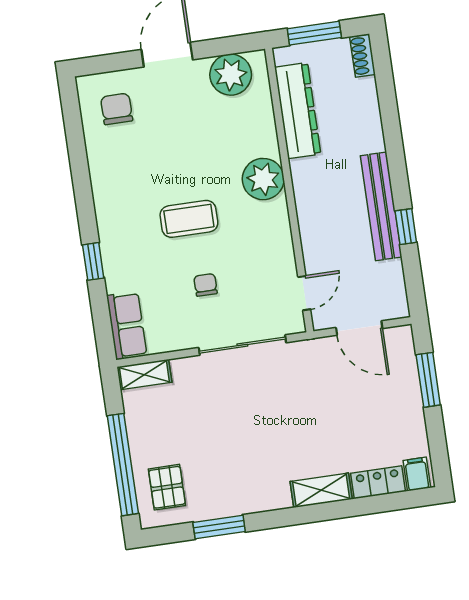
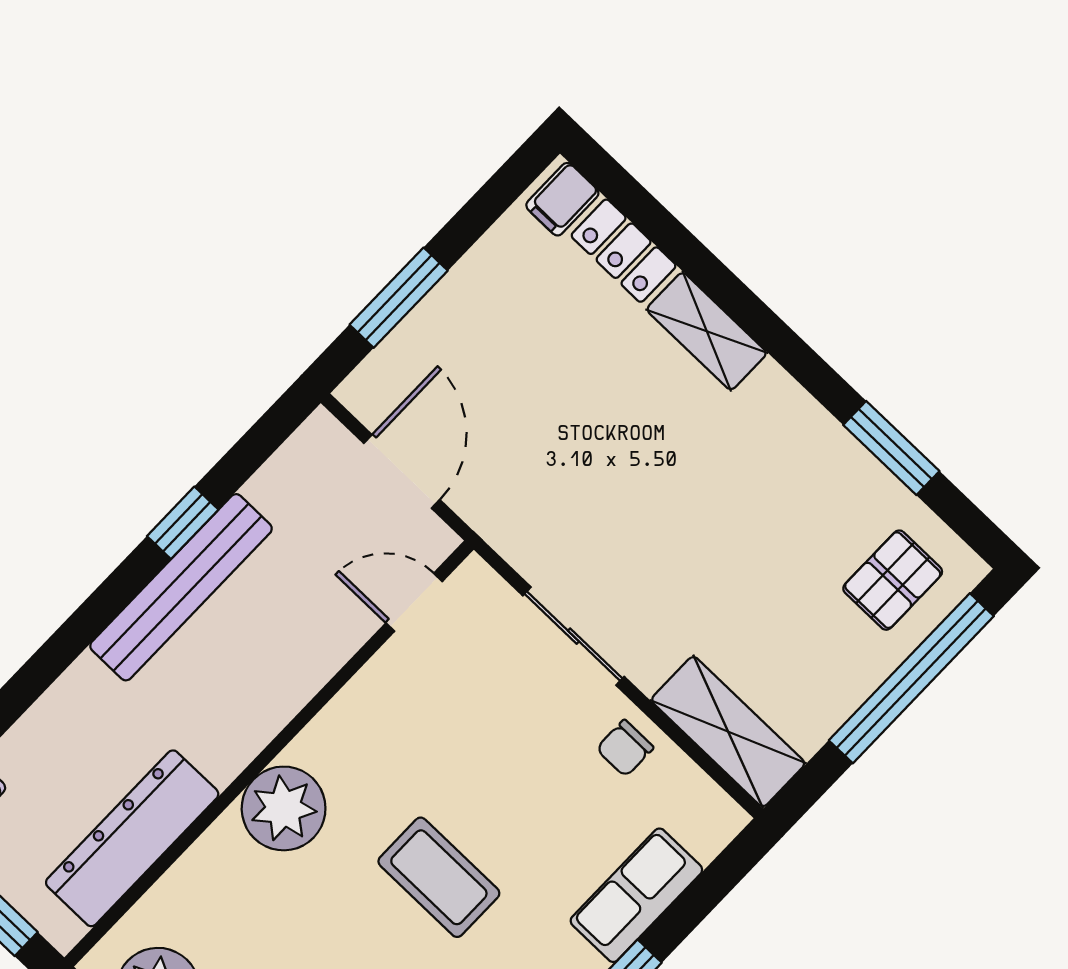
chair: (206, 285) -> (625, 748), moved
row of seats: (127, 326) -> (636, 895), moved
sliding door: (242, 345) -> (573, 636), width x0.73
shelving: (144, 375) -> (728, 732), width x1.50, depth x1.33

